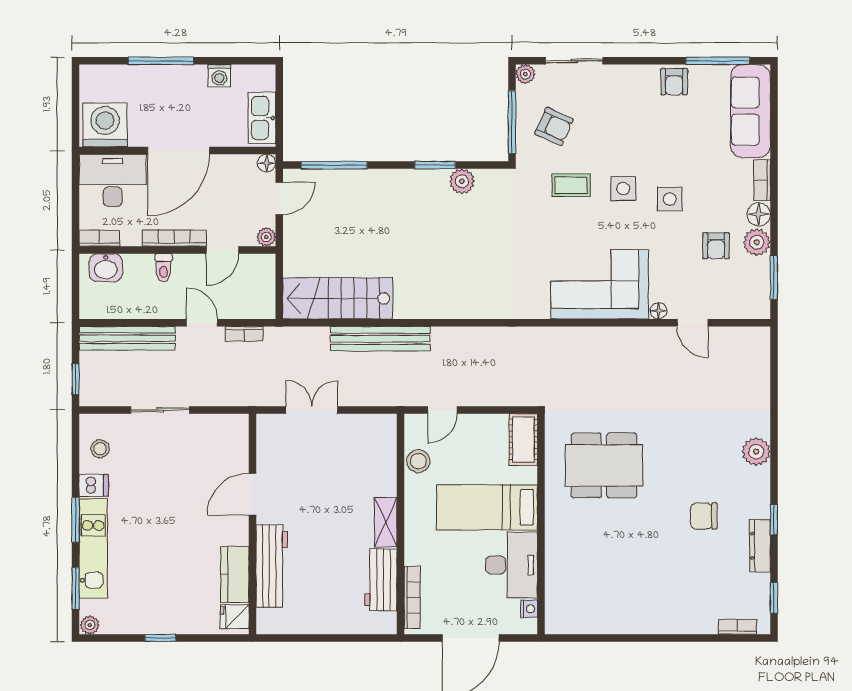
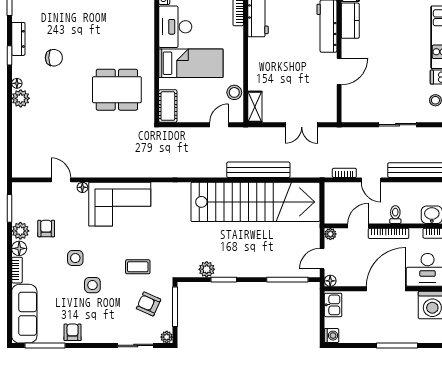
washing machine: (219, 76) -> (332, 336), moved, turned 90
kitchen sink: (262, 118) -> (333, 305), width x0.73
side table: (623, 188) -> (92, 285), moved
stairs: (338, 298) -> (255, 202), width x1.86, depth x1.51
floor lamp: (762, 476) -> (17, 83), added
shelving: (386, 522) -> (255, 107), moved

